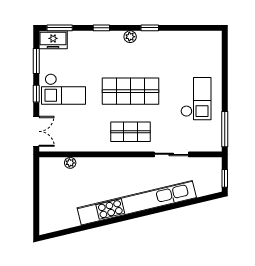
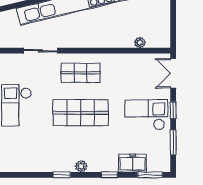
freezer: (53, 40) -> (133, 163), moved

